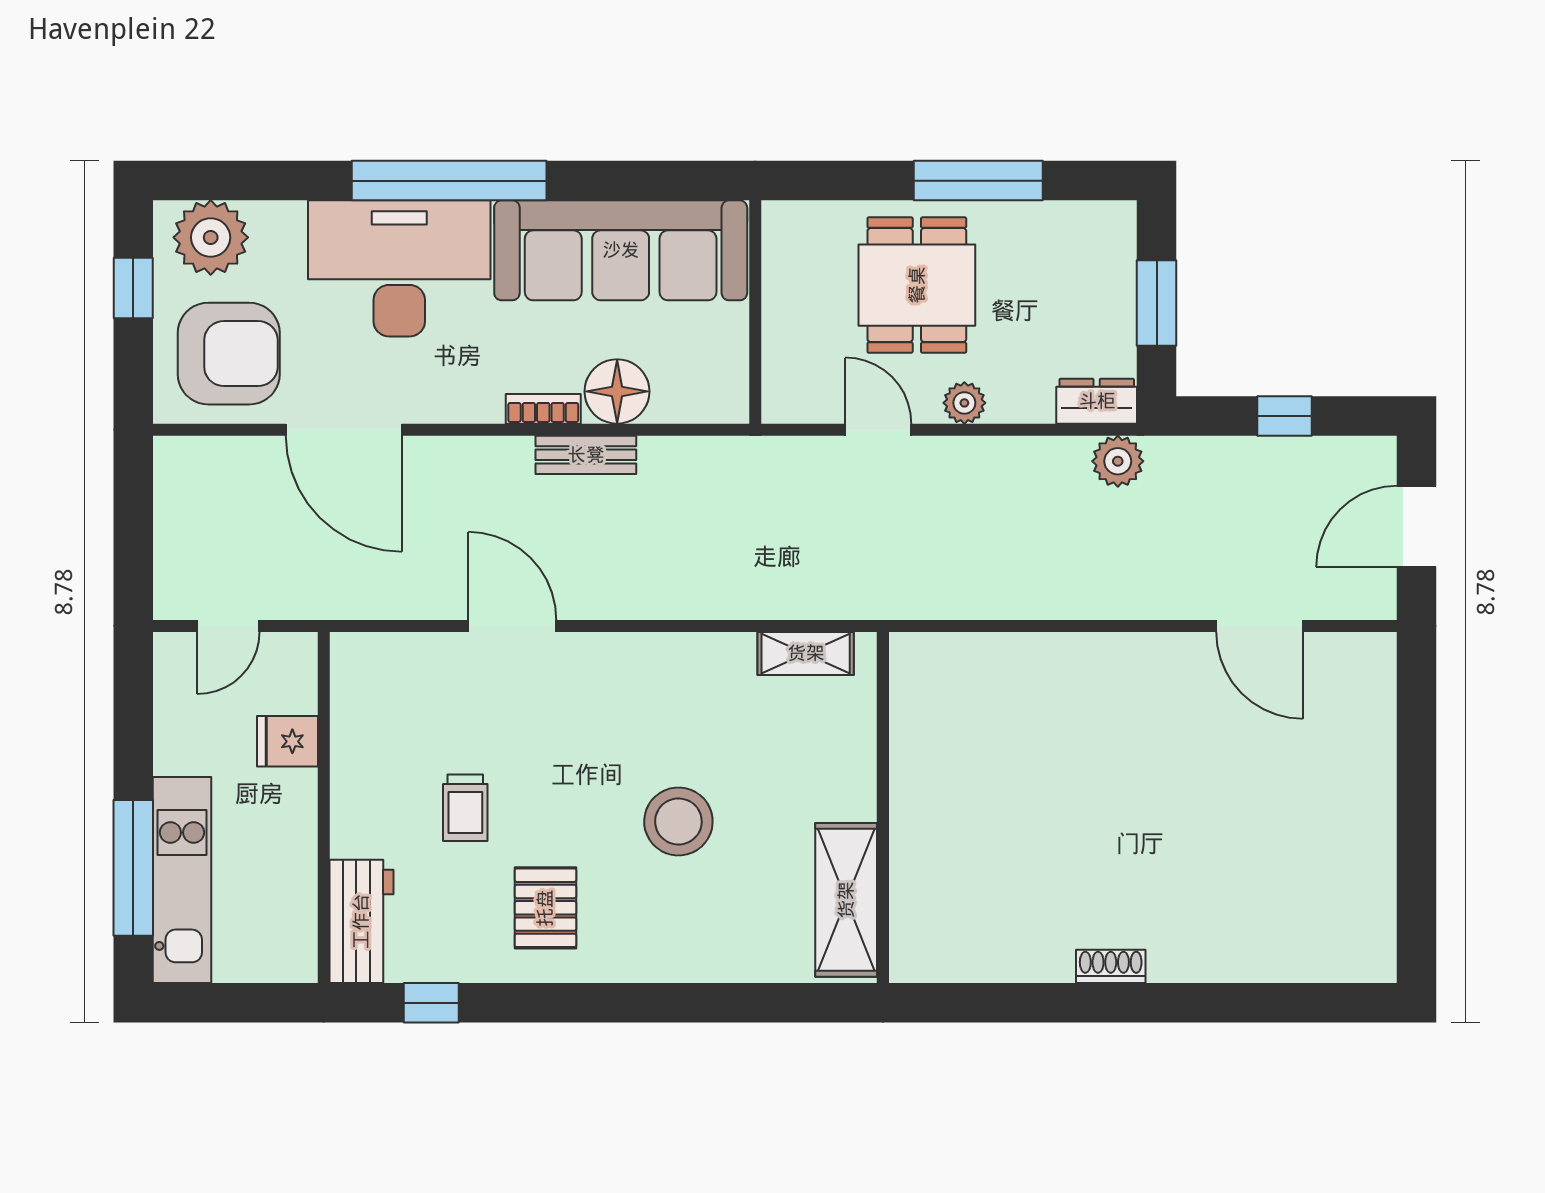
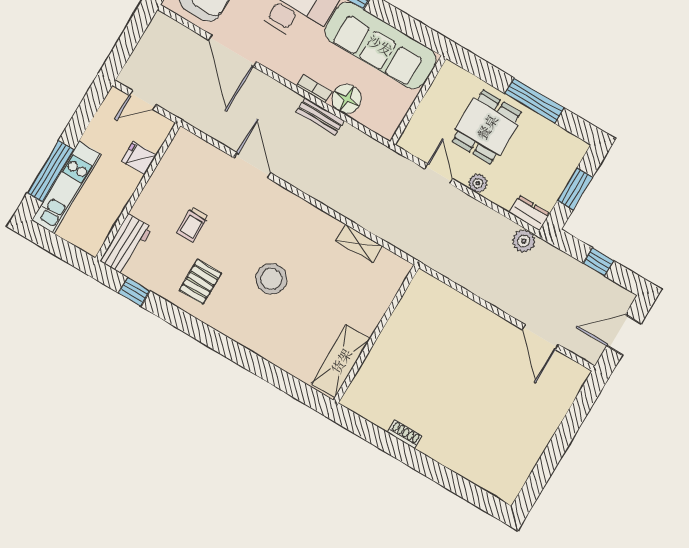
wall: (883, 807) -> (376, 334), moved
shelving: (846, 900) -> (341, 361), moved

